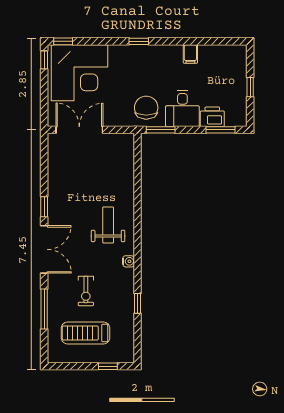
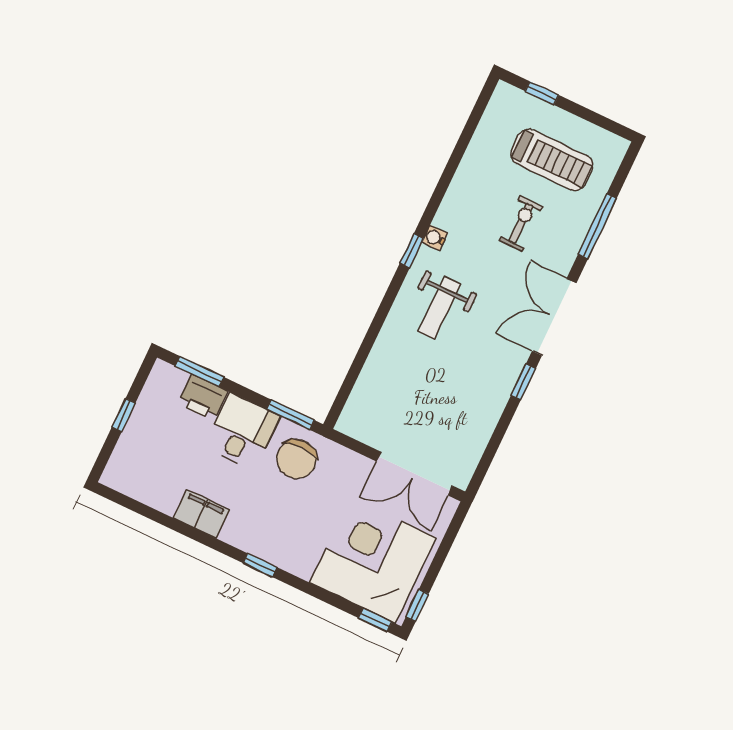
filing cabinet: (190, 54) -> (201, 514), width x2.00
window: (137, 303) -> (412, 251), moved

